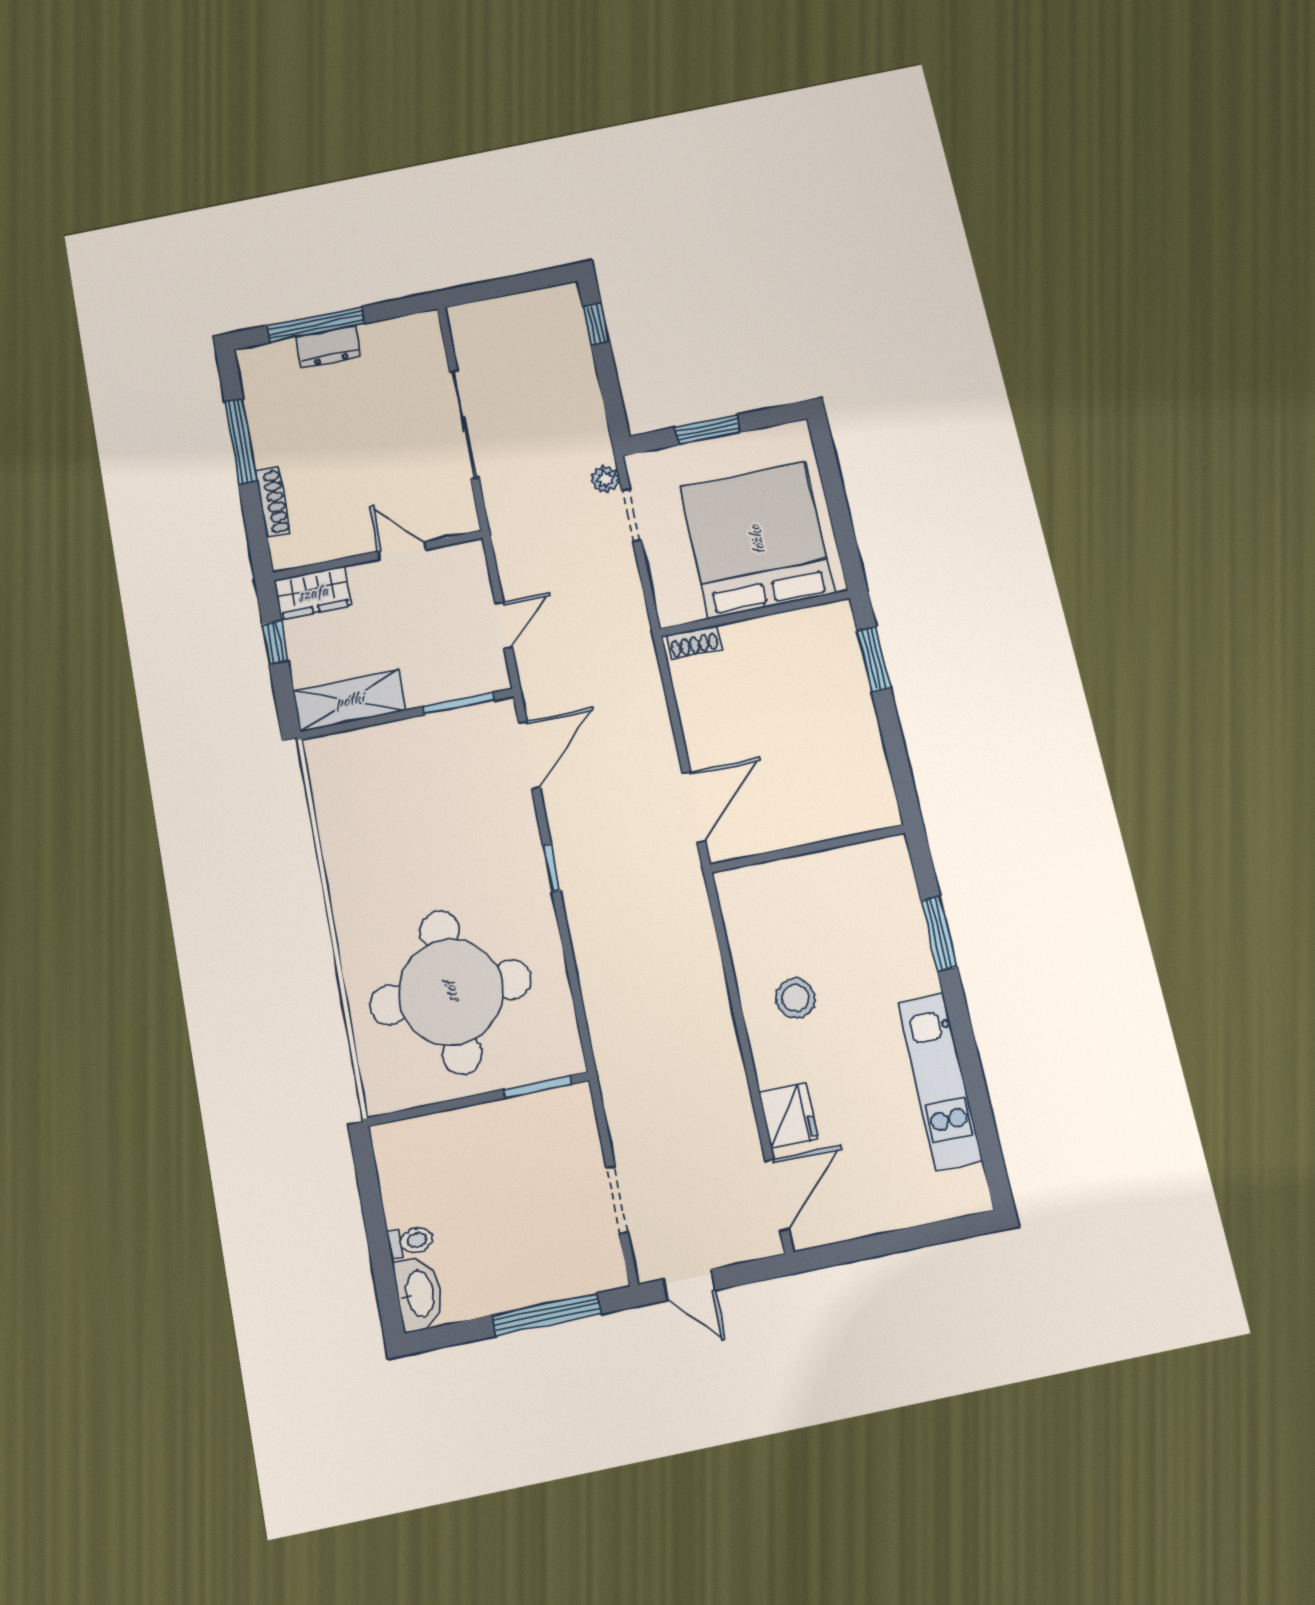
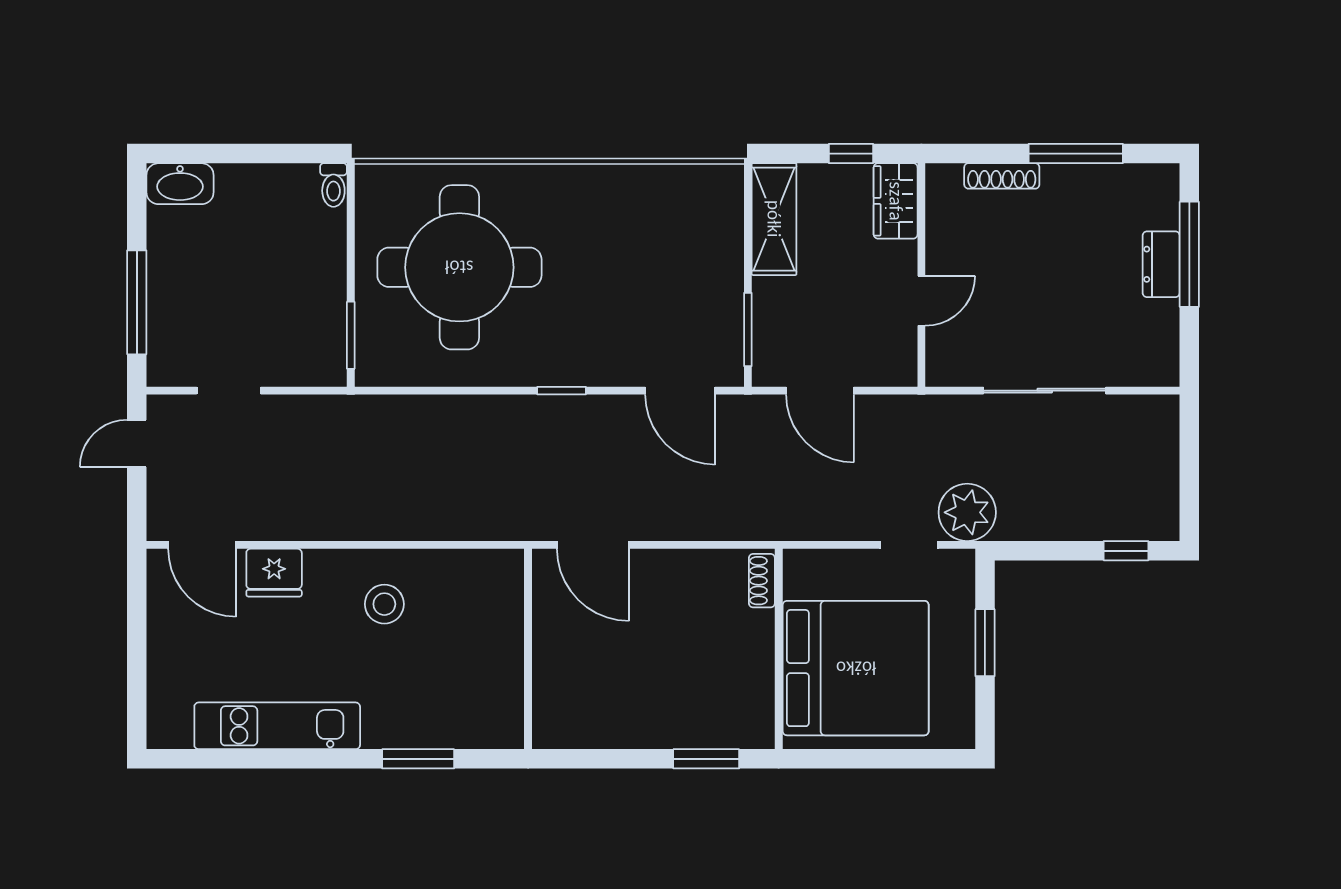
plant: (605, 479) -> (967, 512), width x1.87, depth x1.87
door: (504, 625) -> (820, 391), width x1.38
toilet: (411, 1241) -> (333, 185), moved

